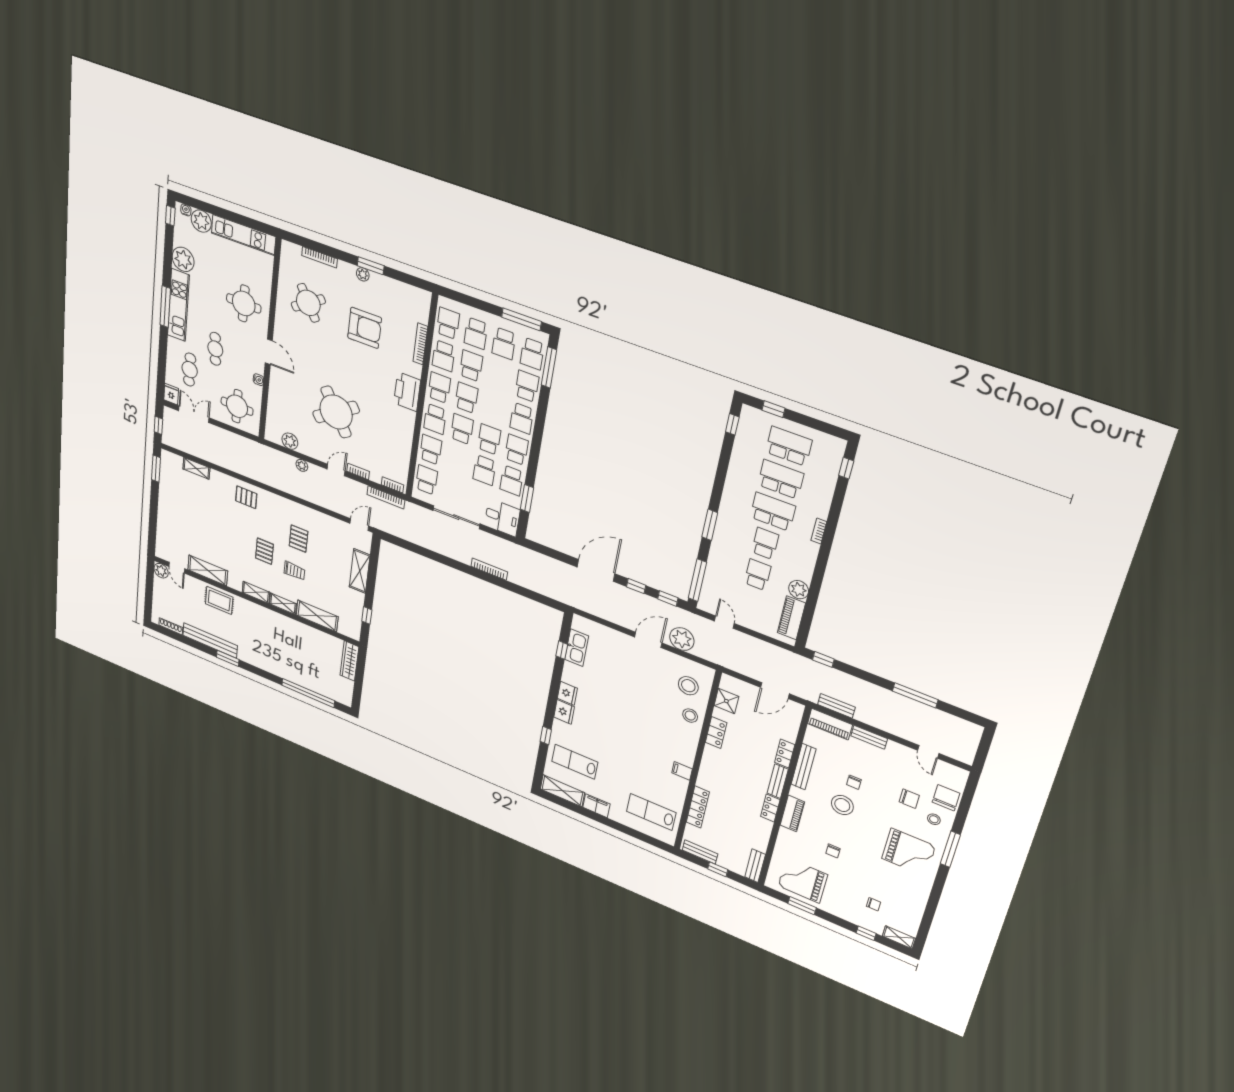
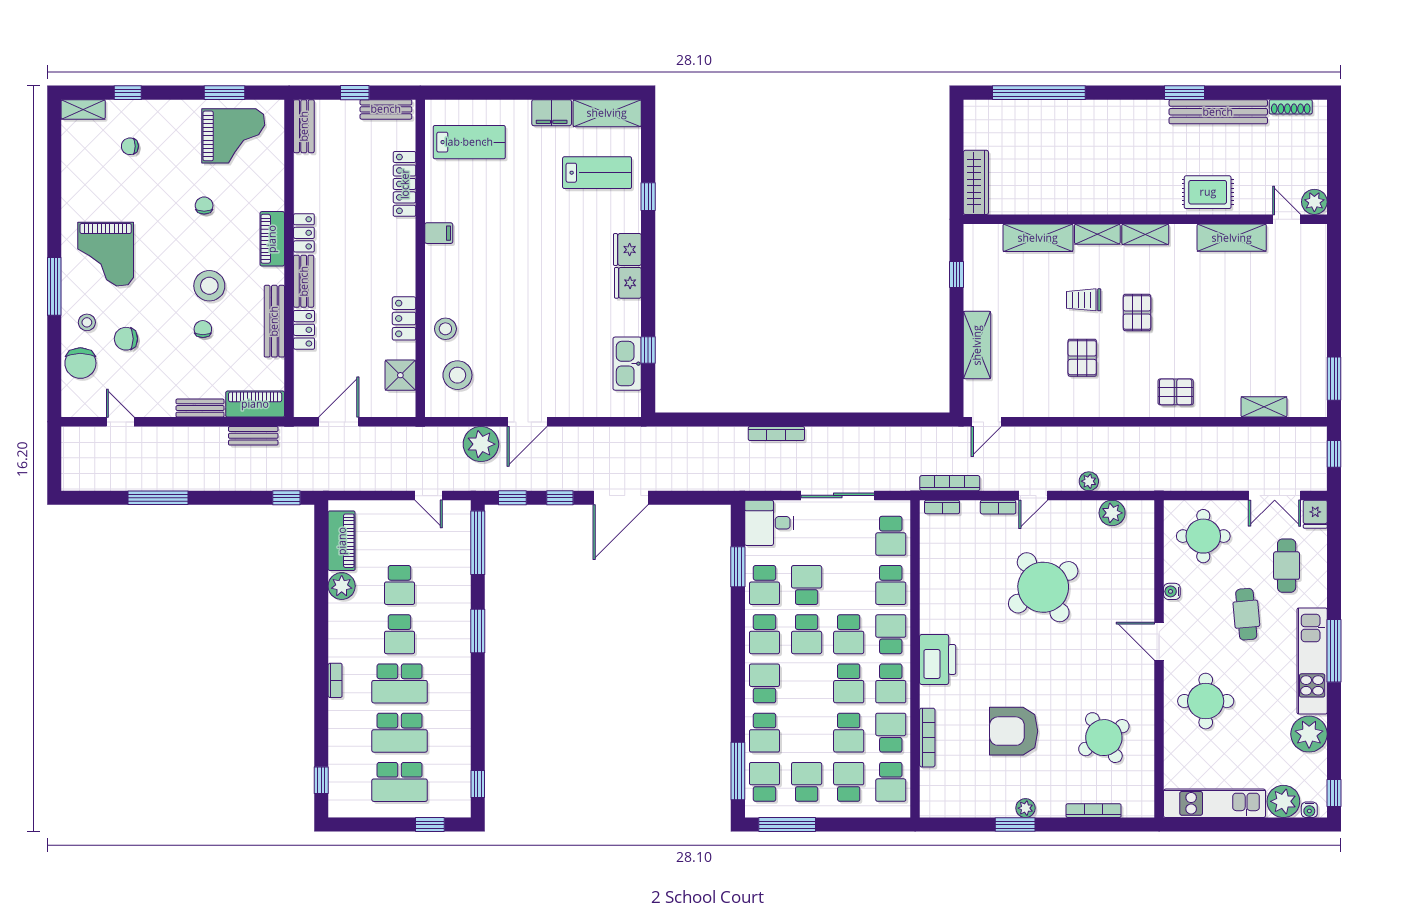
school desk: (512, 481) -> (764, 585), turned 180
grand piano: (909, 852) -> (106, 254), turned -90

